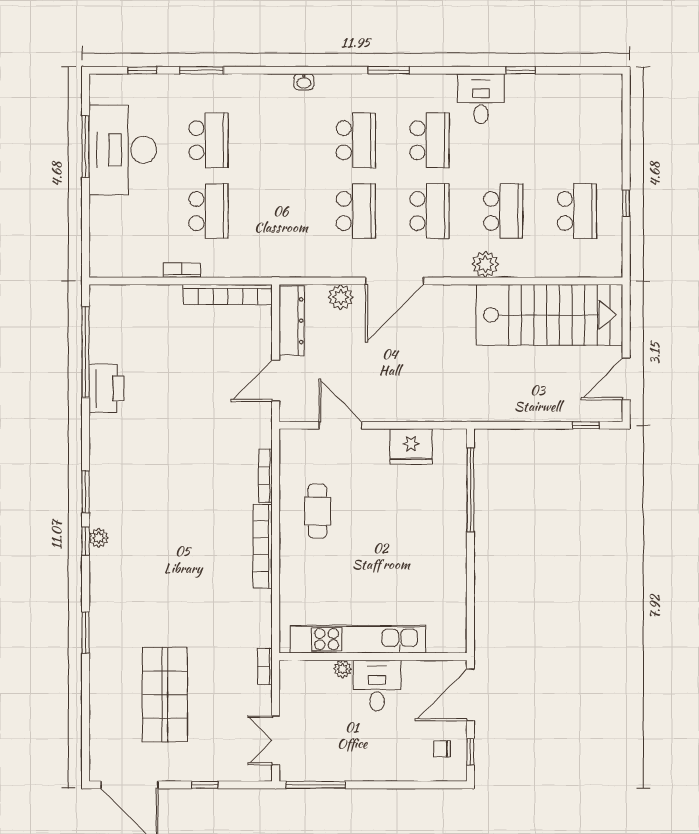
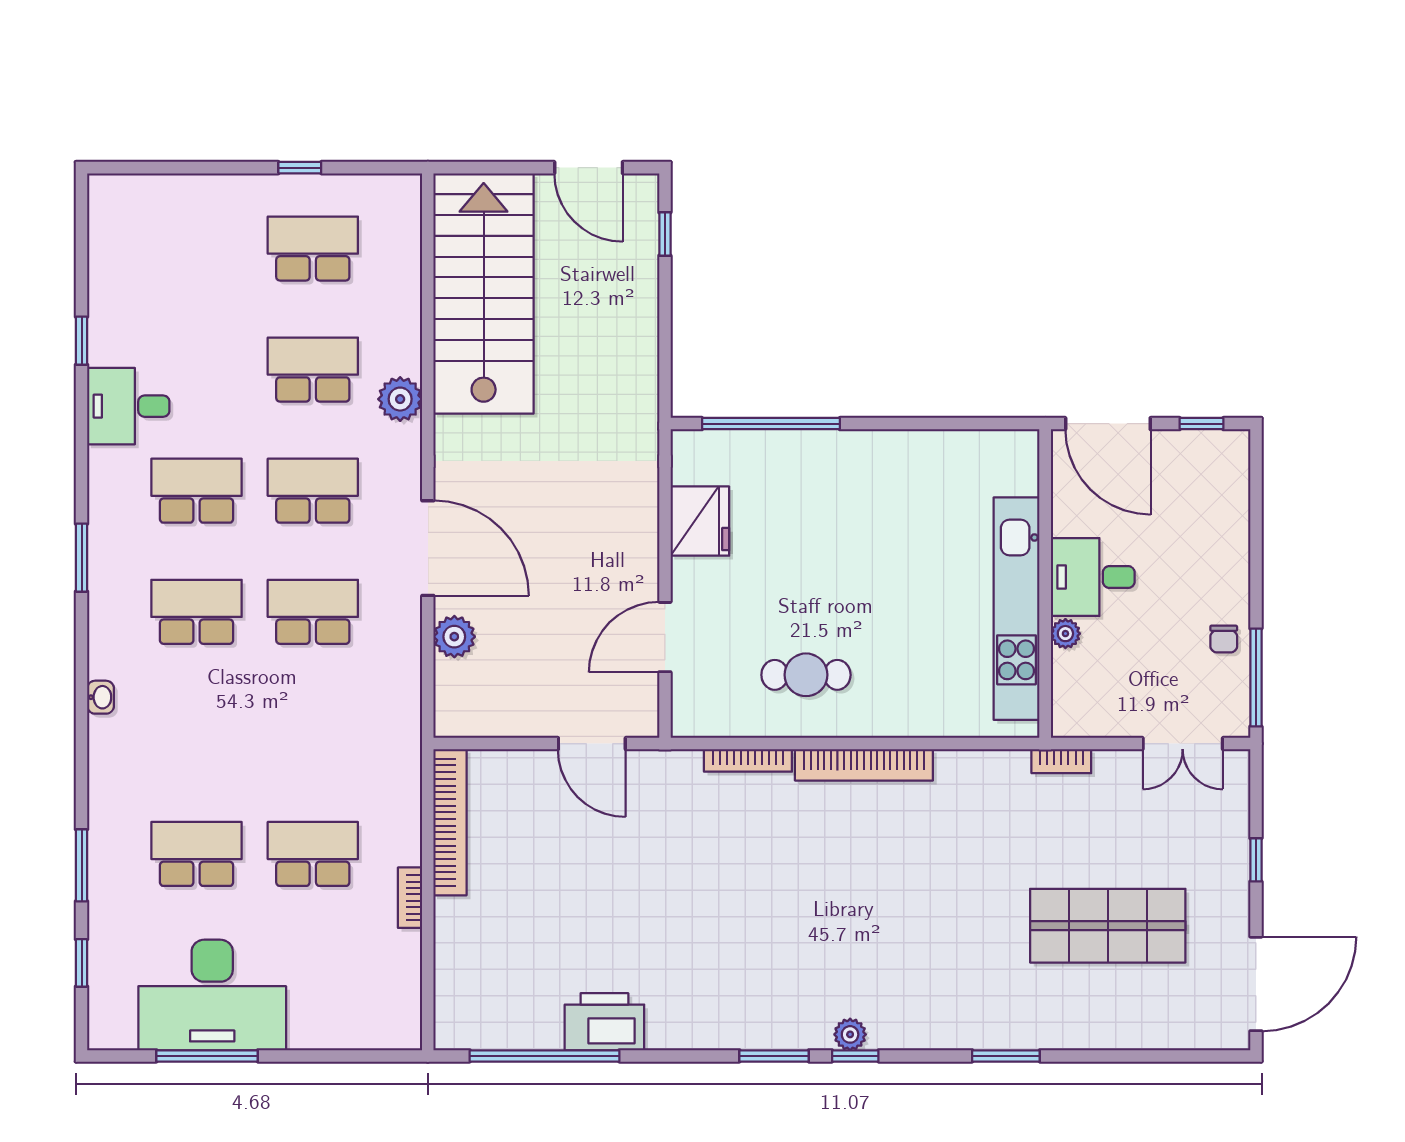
dresser: (292, 321) -> (493, 718), removed
chair: (442, 749) -> (1224, 639), moved

